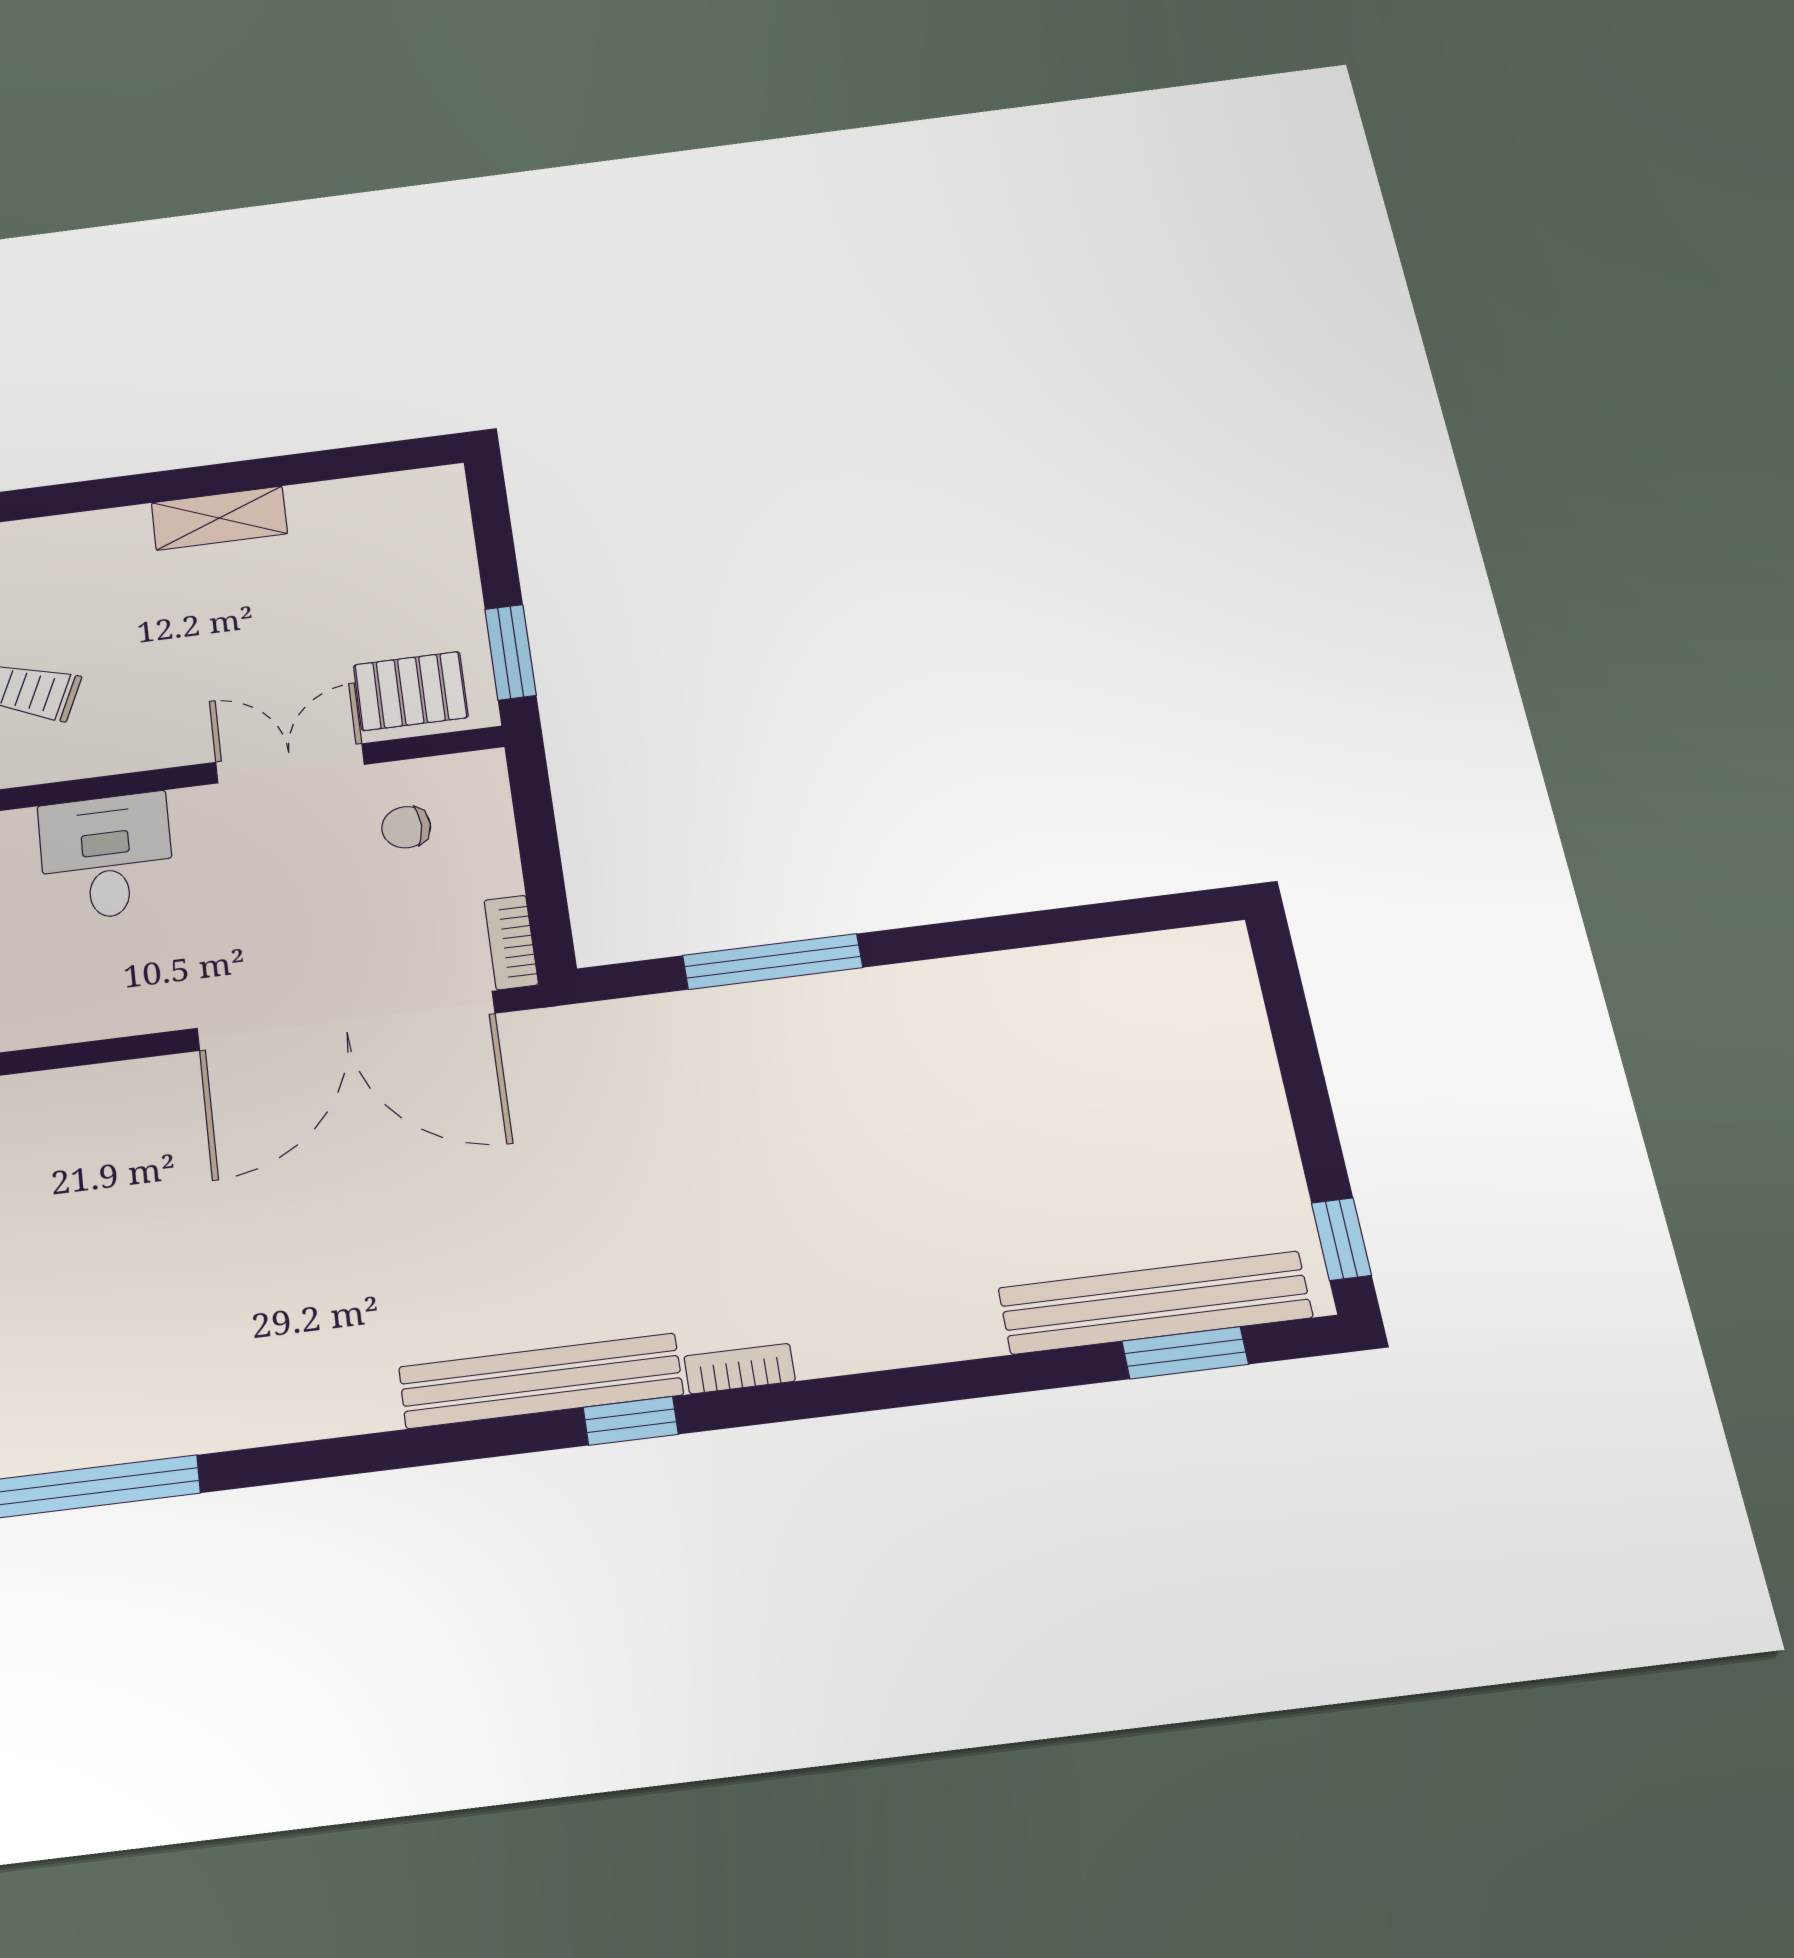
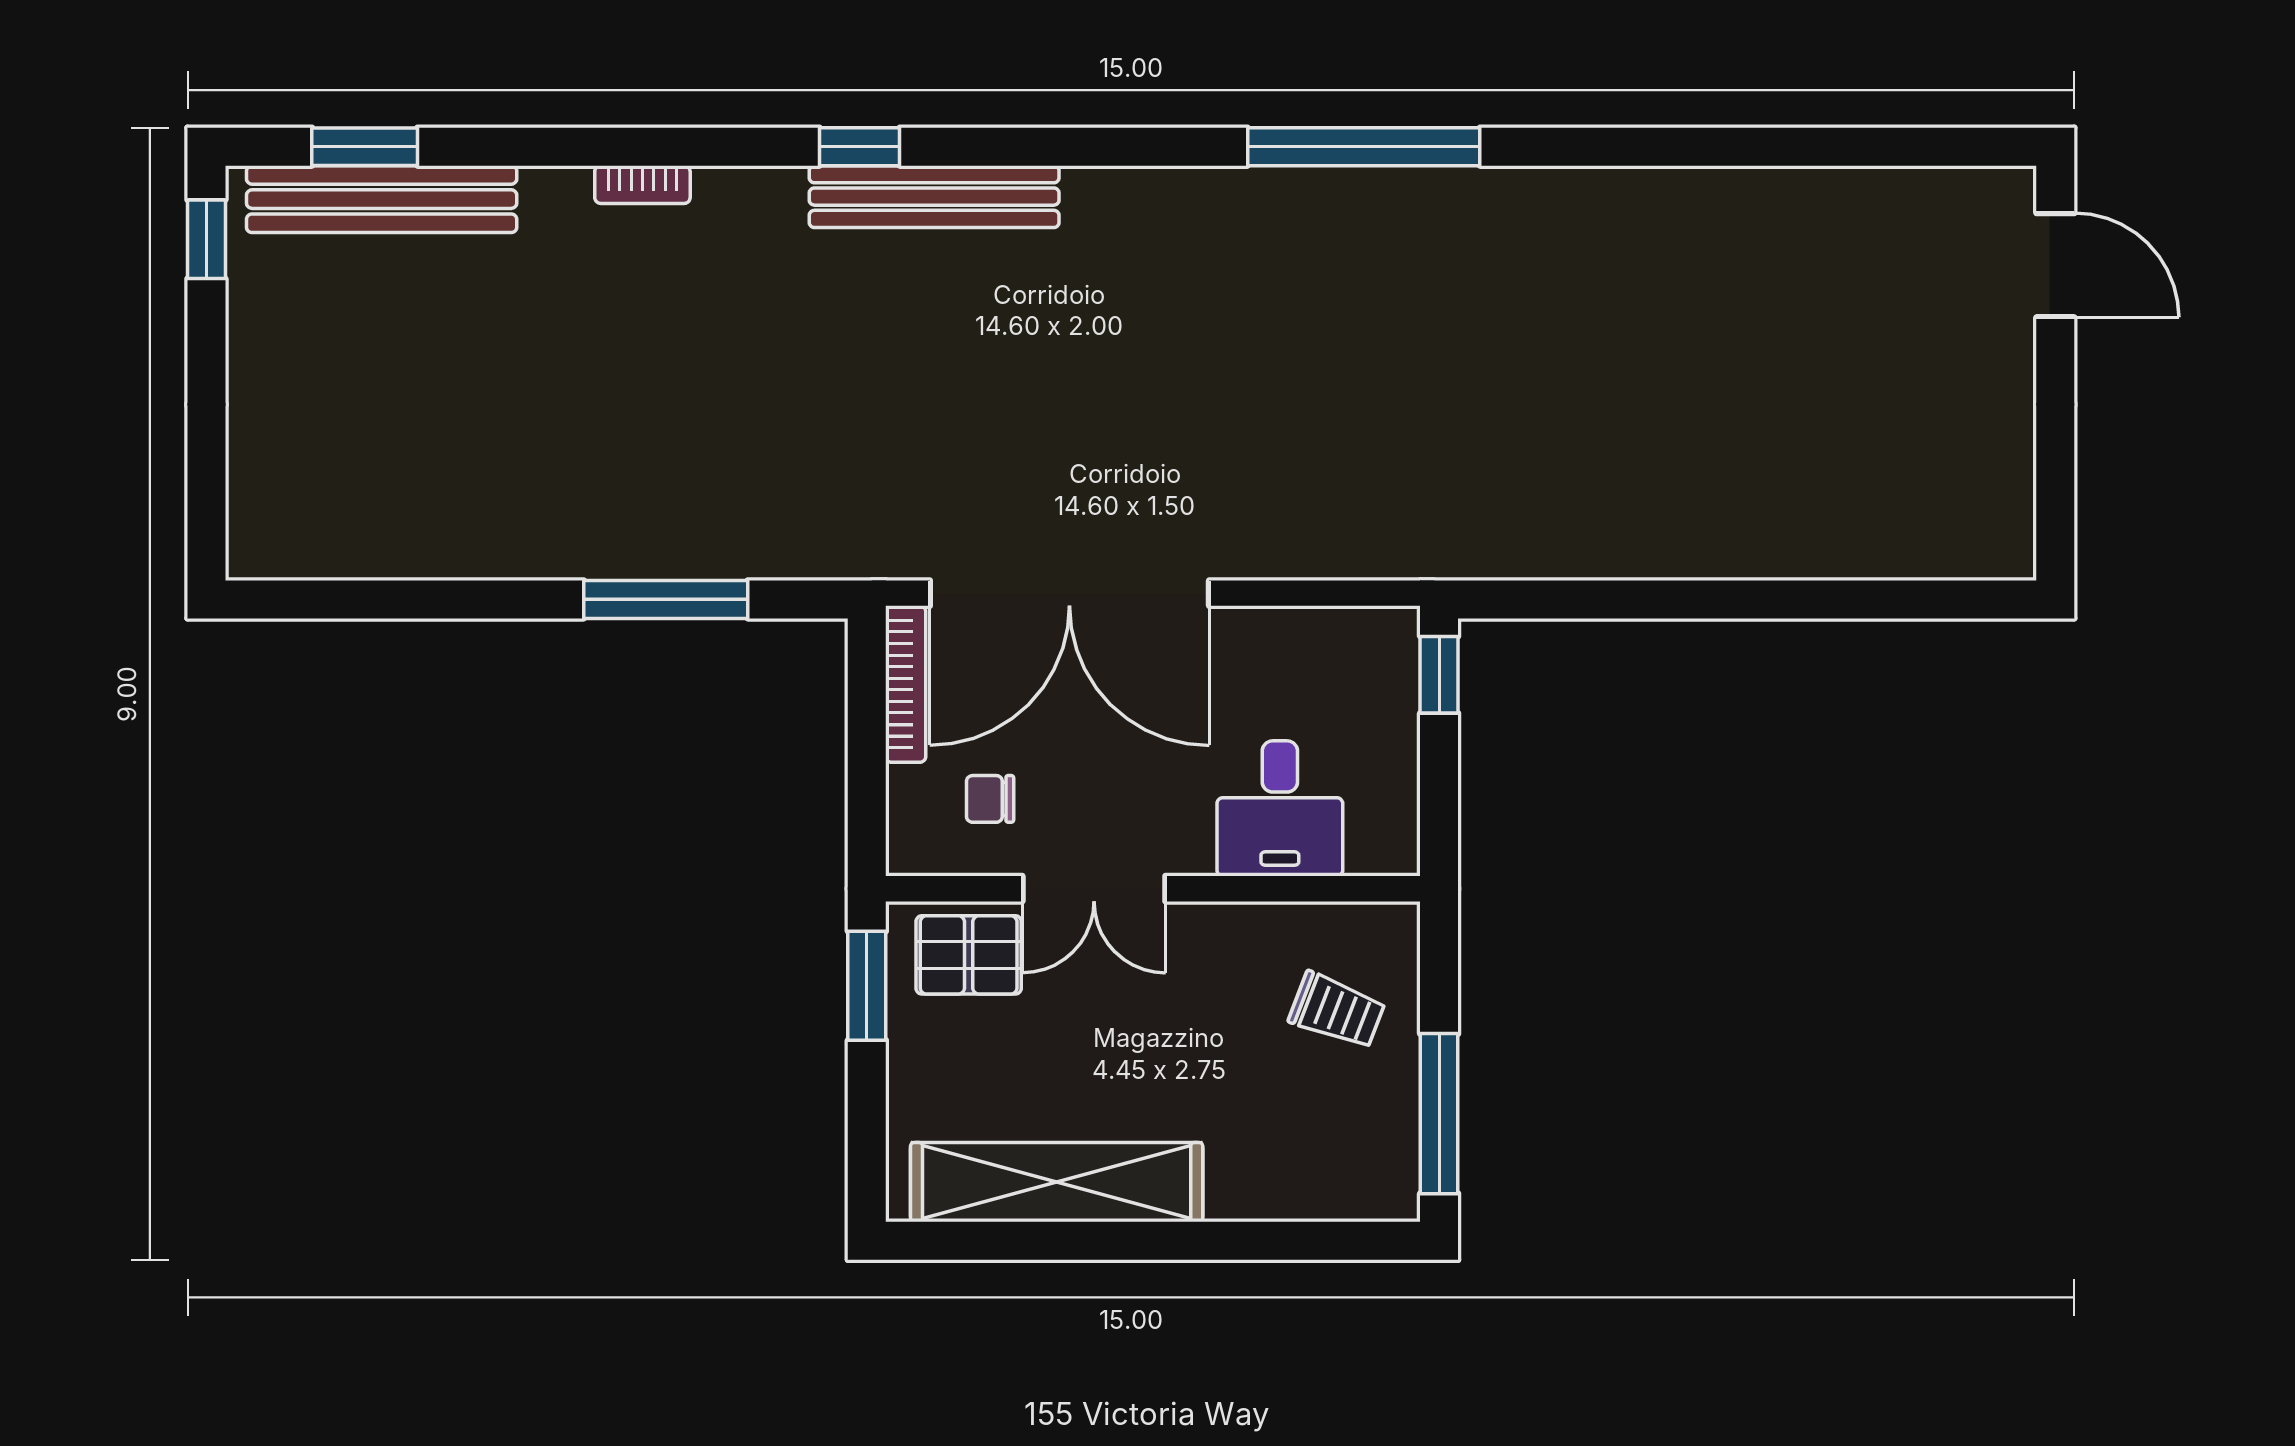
shelving: (219, 518) -> (1057, 1182), width x2.20, depth x1.33
chair: (406, 827) -> (990, 799), turned 180
bookcase: (511, 942) -> (906, 684), width x1.56
double door: (346, 1021) -> (1069, 593), swing flipped
bookcase: (740, 1369) -> (642, 185), moved

